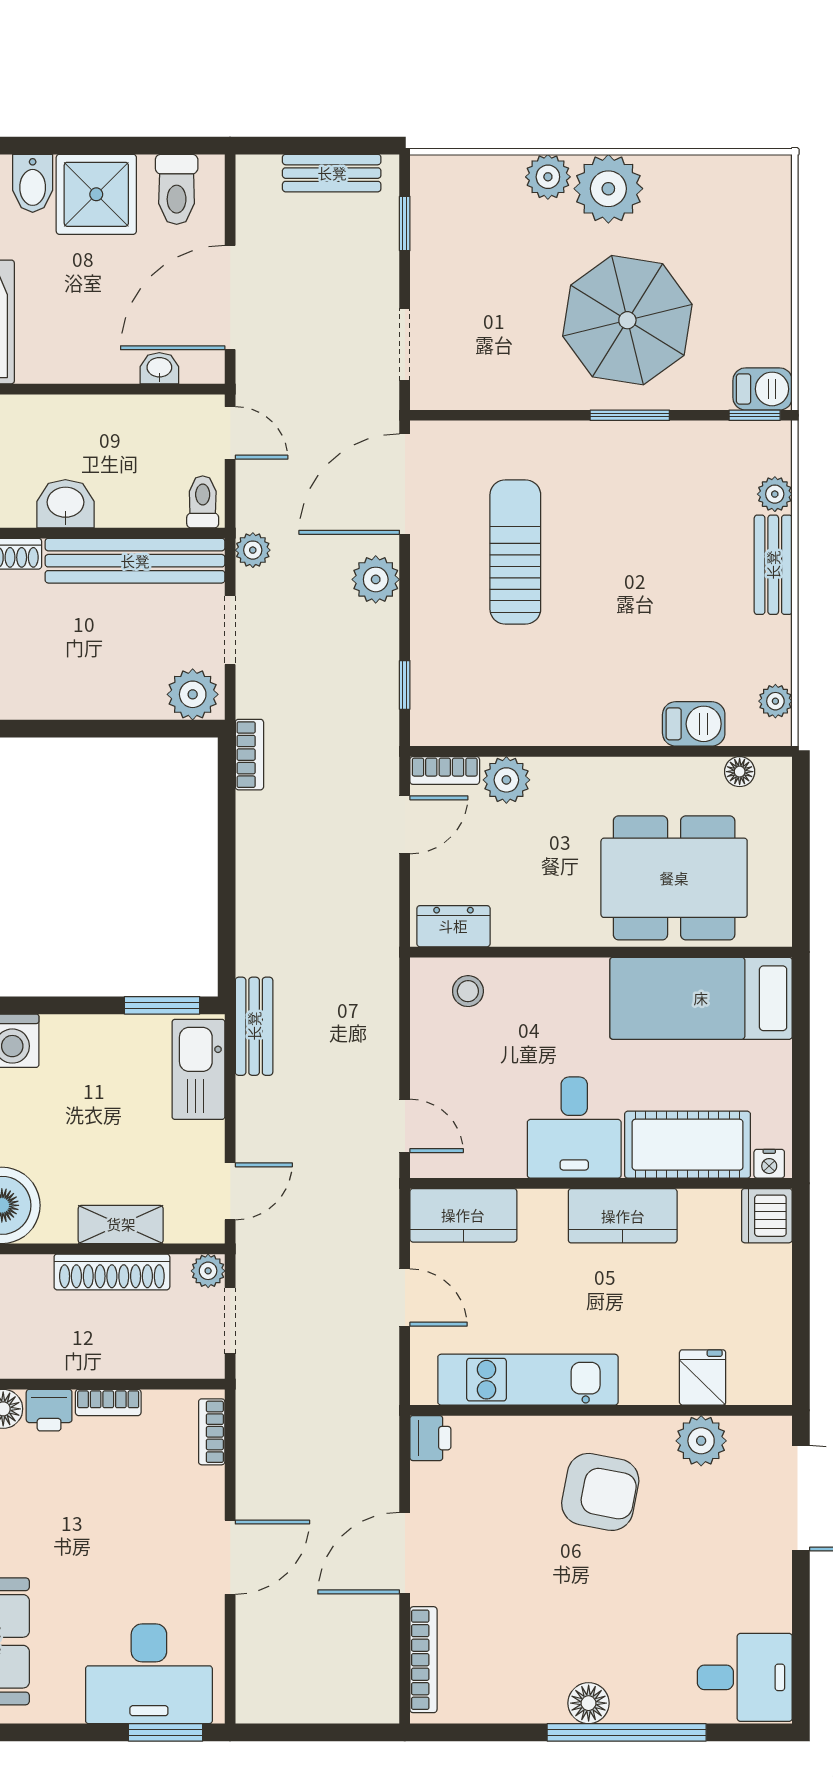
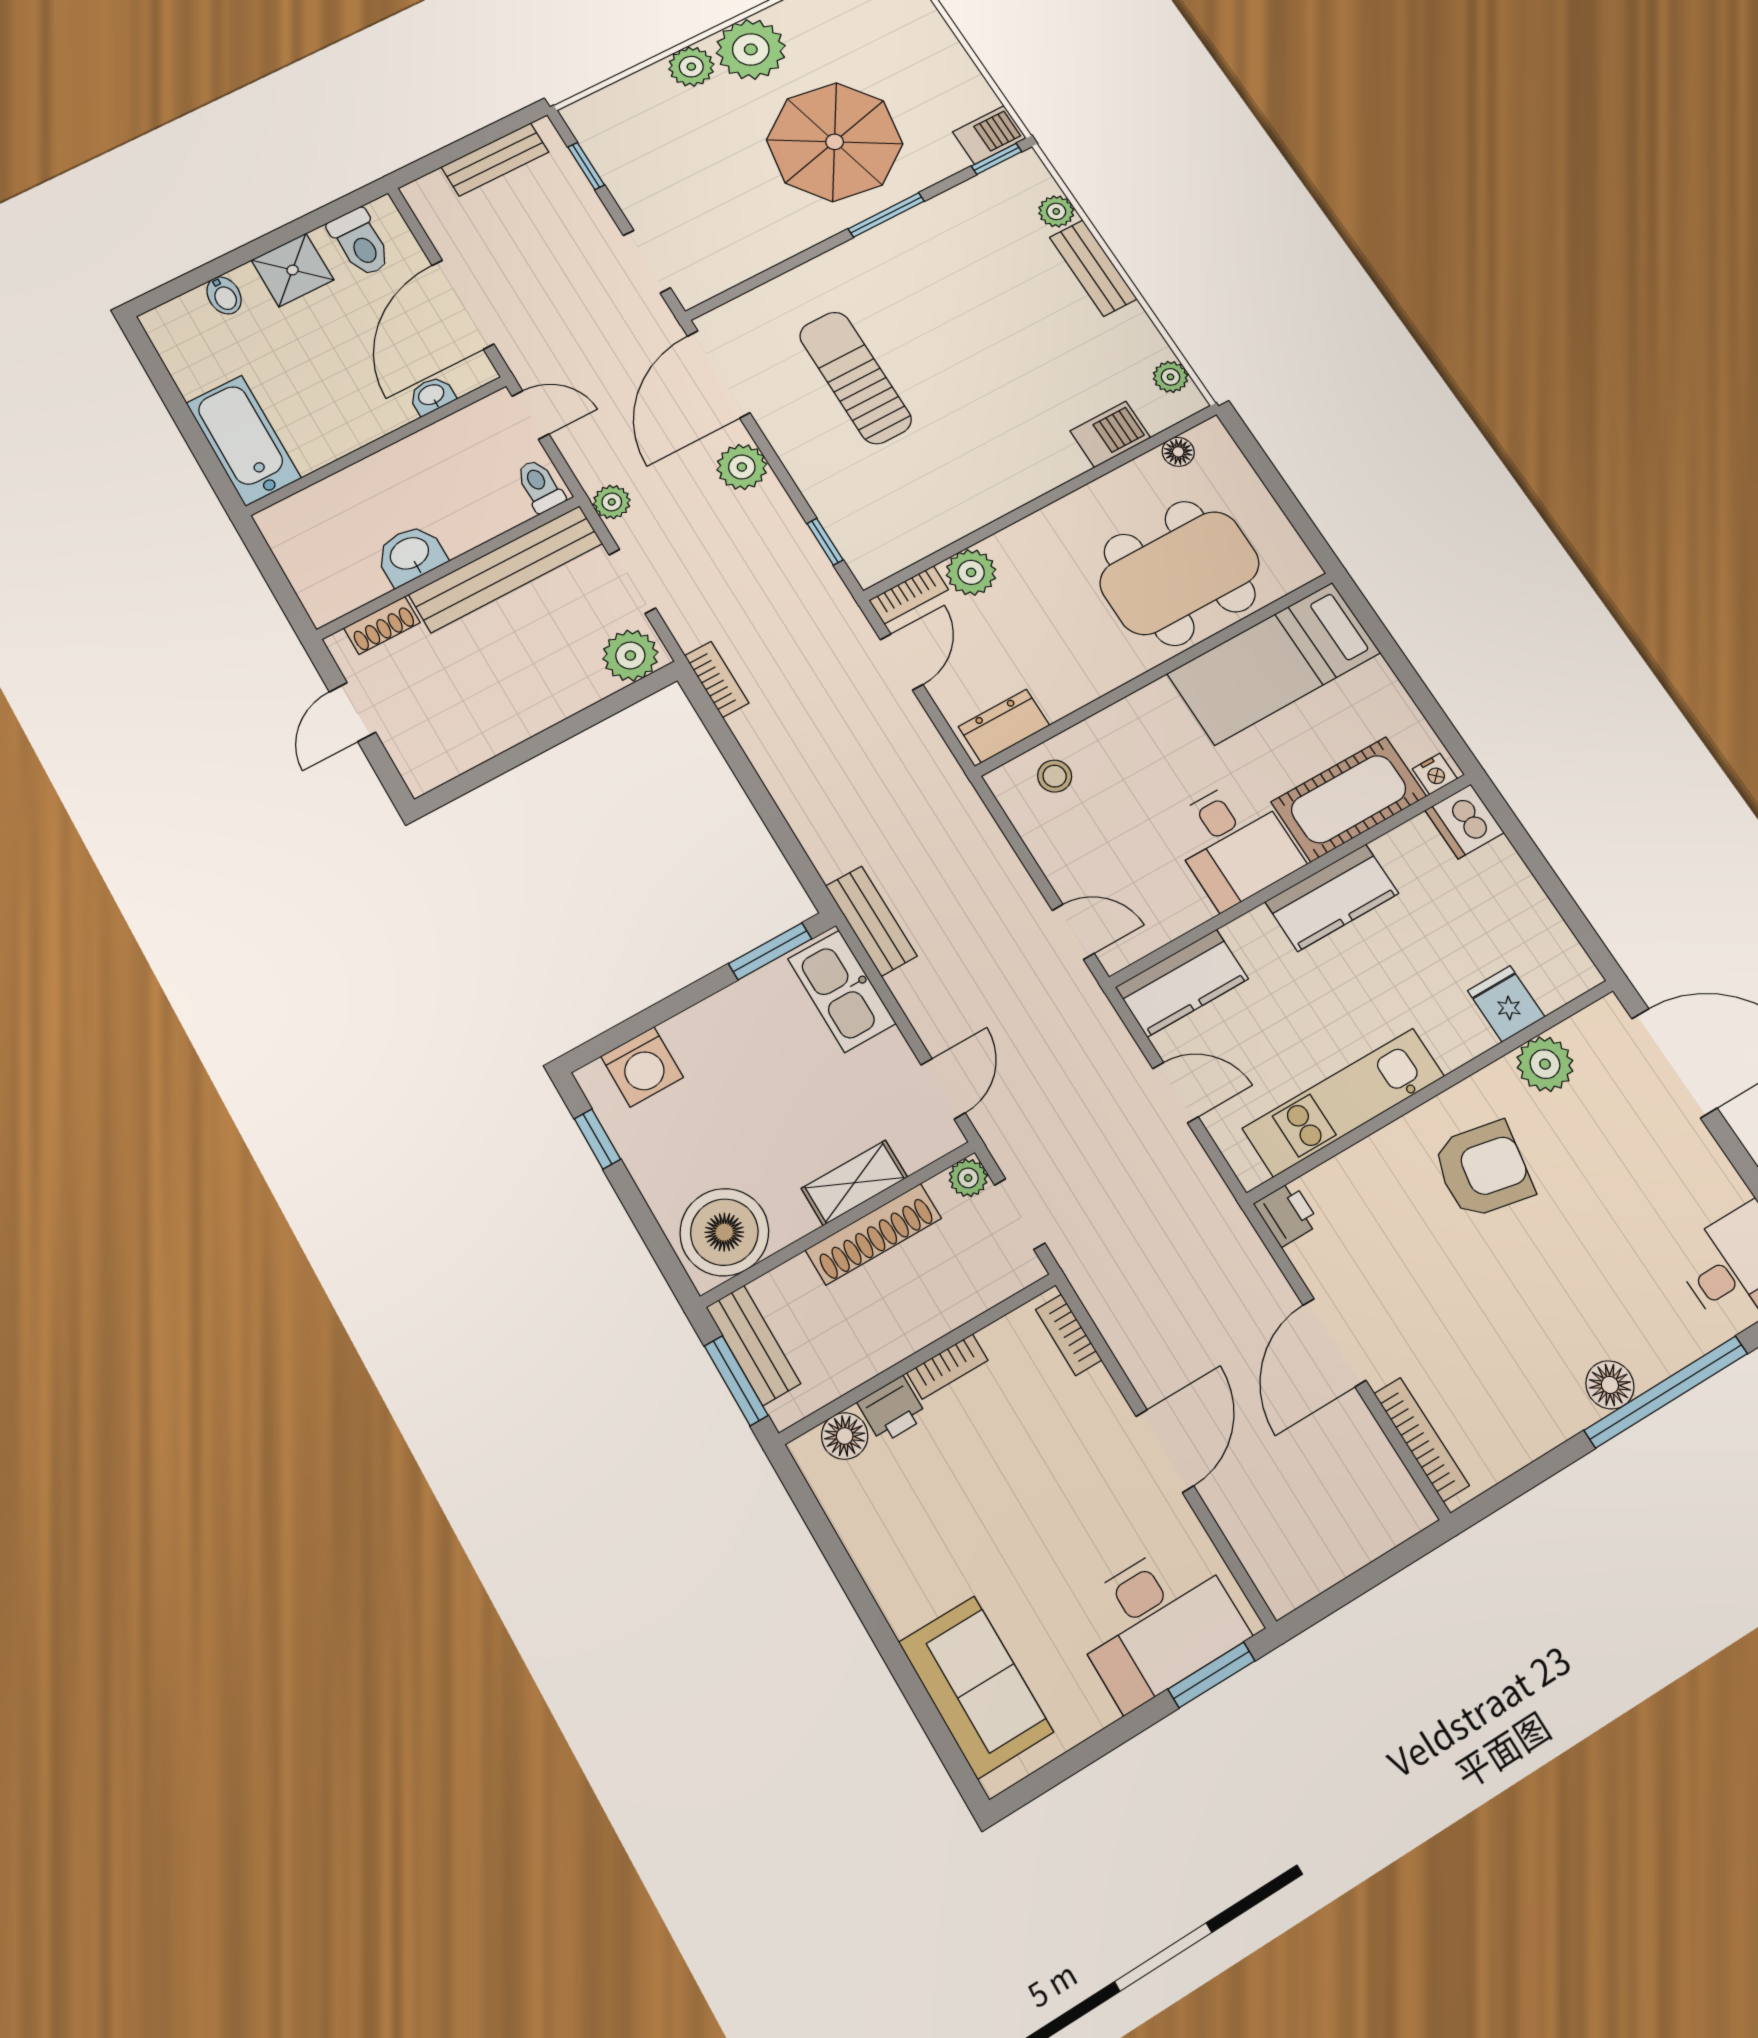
bidet: (33, 183) -> (224, 295), width x0.72, depth x0.74
shower: (96, 194) -> (293, 270), width x0.73, depth x0.73

